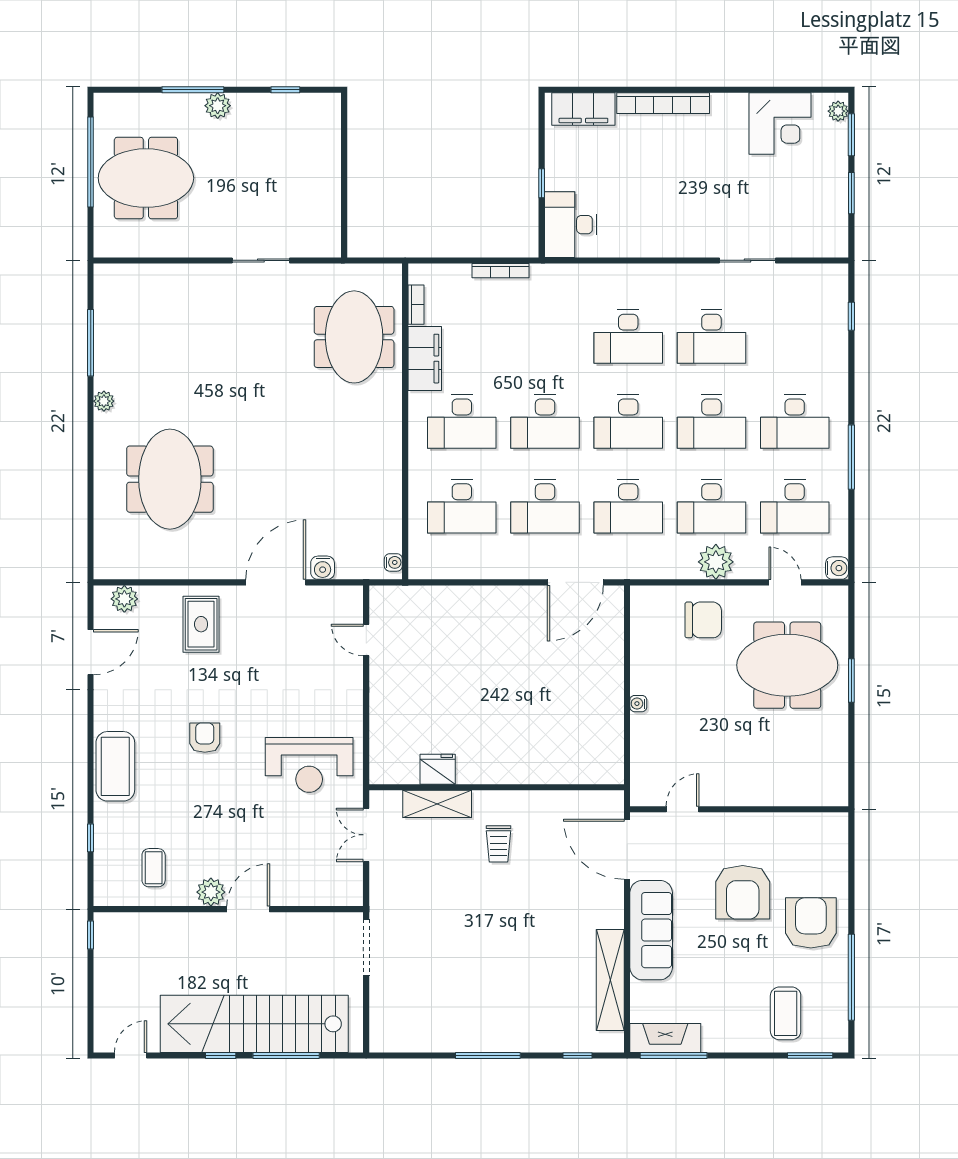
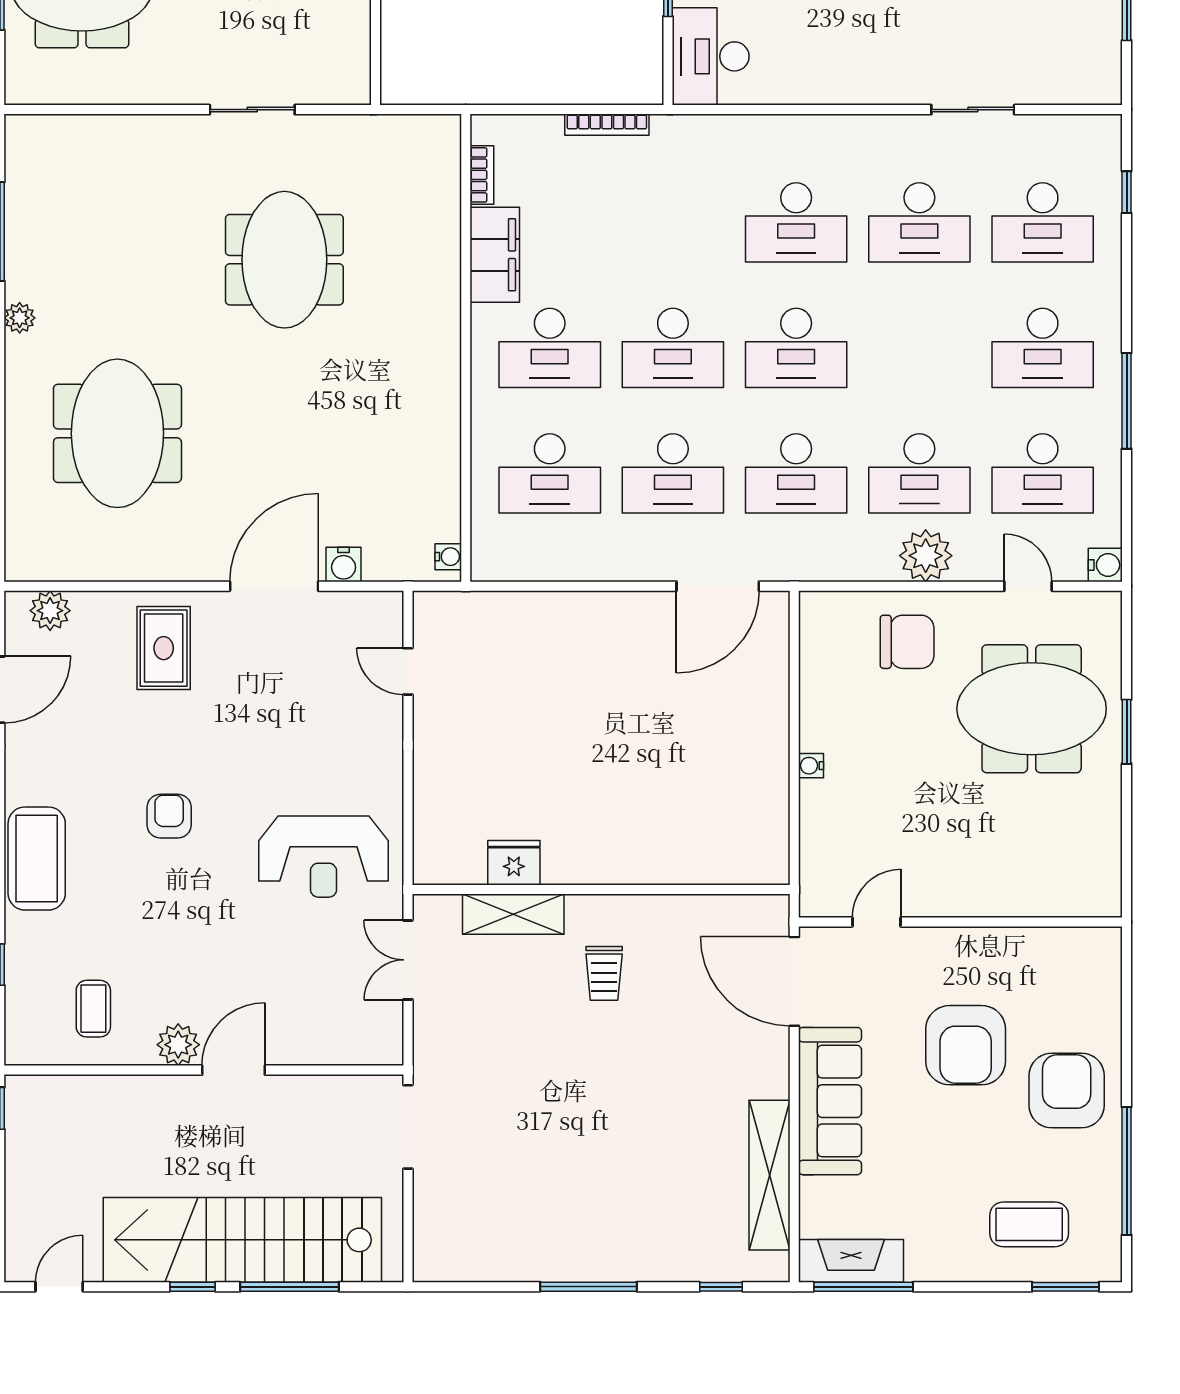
meeting table: (354, 337) -> (284, 260), moved
desk: (711, 421) -> (1043, 222), moved
coffee table: (786, 1013) -> (1029, 1224), turned 90

